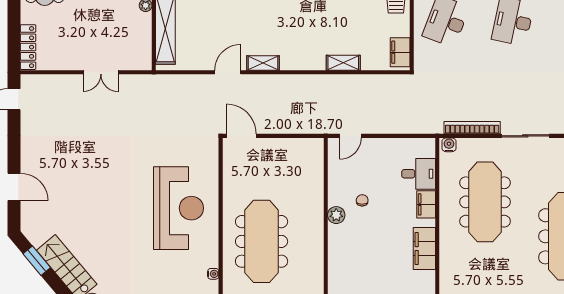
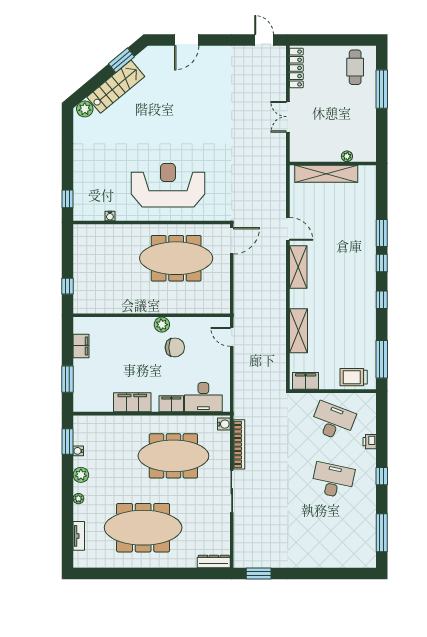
locker: (28, 47) -> (296, 68), moved, turned -90
shelving: (263, 63) -> (298, 267), width x1.50, depth x1.33
shelving: (343, 63) -> (299, 331), width x1.50, depth x1.33
desk: (419, 174) -> (203, 397), width x1.37
chair: (362, 200) -> (175, 347), width x1.87, depth x1.87
reception desk: (178, 208) -> (168, 185), turned 180
meeting table: (262, 241) -> (176, 258), moved

